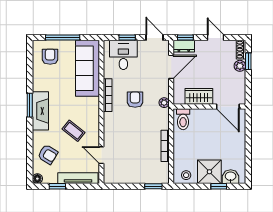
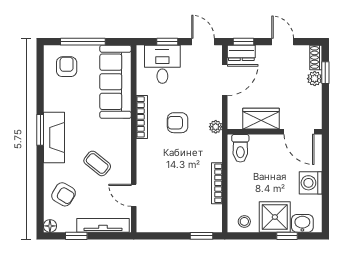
armchair: (135, 100) -> (178, 123), turned -90
washing machine: (237, 146) -> (311, 183), added

